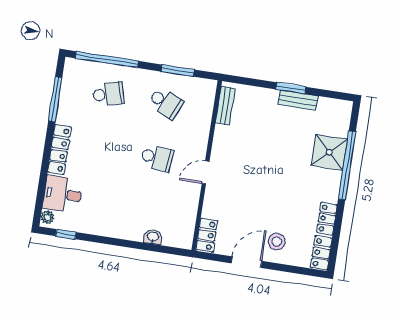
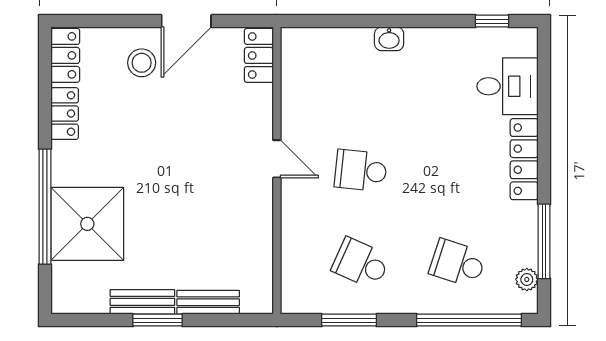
school desk: (108, 94) -> (458, 263), turned 33
bench: (225, 105) -> (208, 302), moved, turned 90
shower: (329, 152) -> (87, 224), width x1.37, depth x1.37
door: (206, 172) -> (277, 159), hinge flipped
plant: (47, 217) -> (527, 279), moved
washbasin: (153, 237) -> (389, 39), moved

